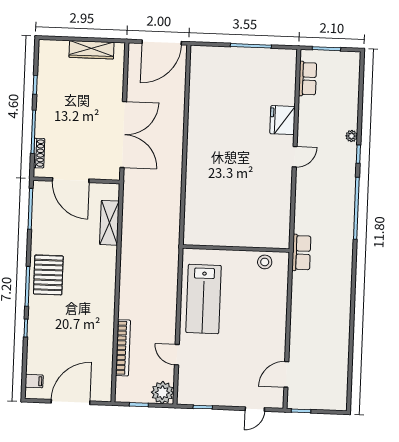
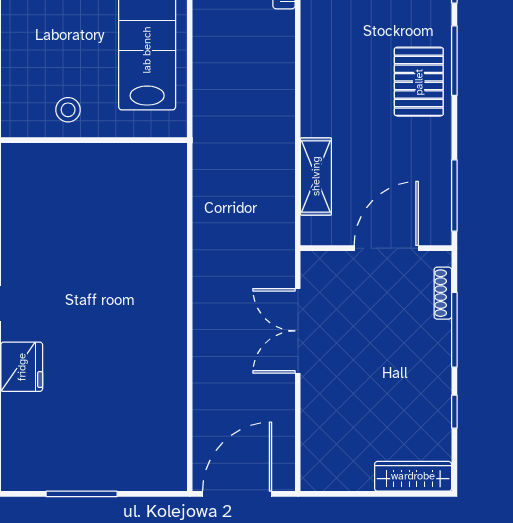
wardrobe: (92, 50) -> (413, 476), moved
double door: (123, 135) -> (298, 331), width x0.73
door: (71, 180) -> (386, 248), hinge flipped
stool: (265, 262) -> (68, 110), moved

